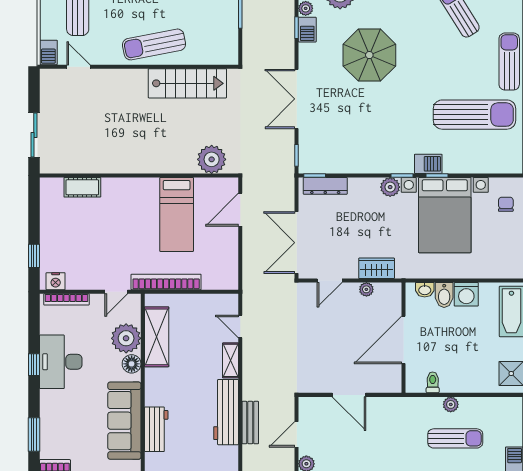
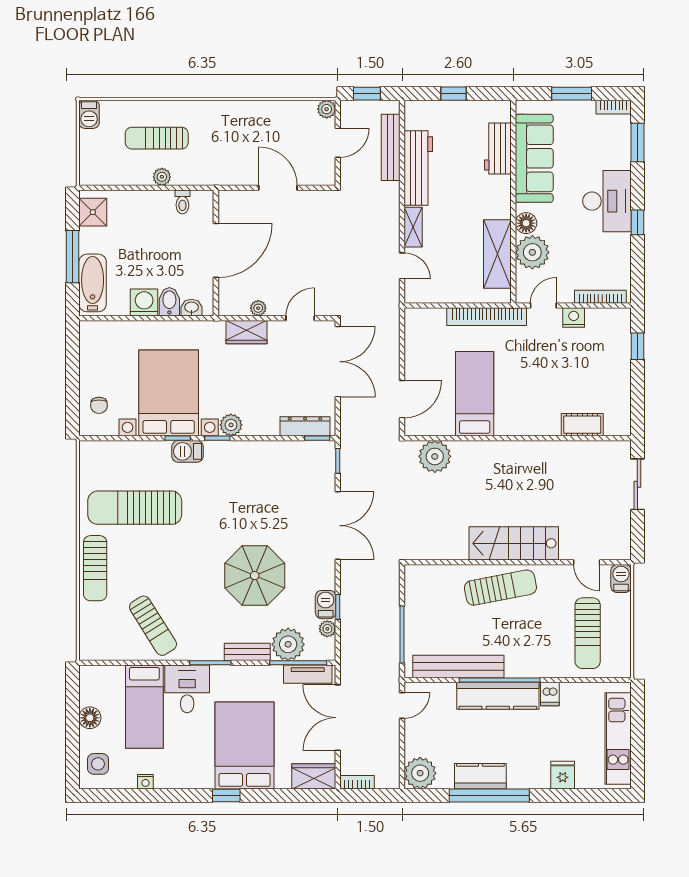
stairs: (187, 83) -> (514, 543), moved
nightstand: (56, 281) -> (574, 317), moved
desk: (61, 362) -> (607, 201), moved
bench: (250, 423) -> (391, 147), width x1.36

